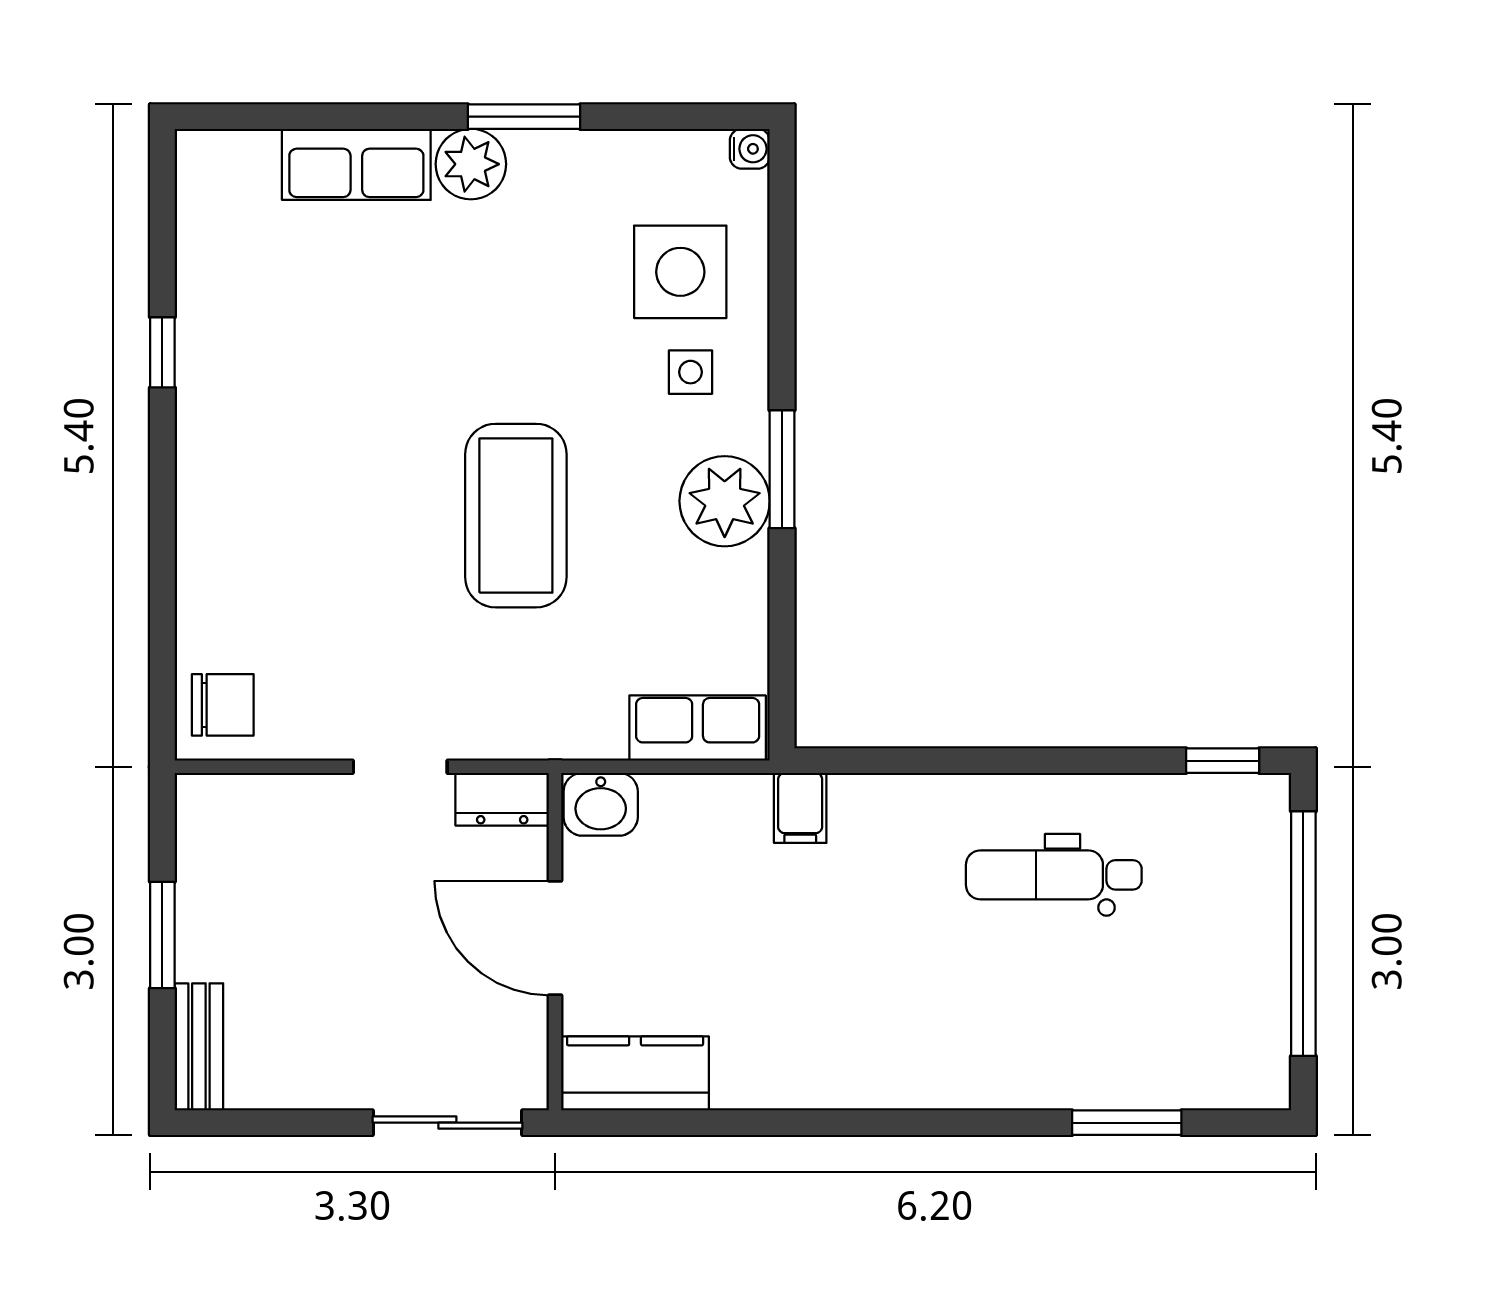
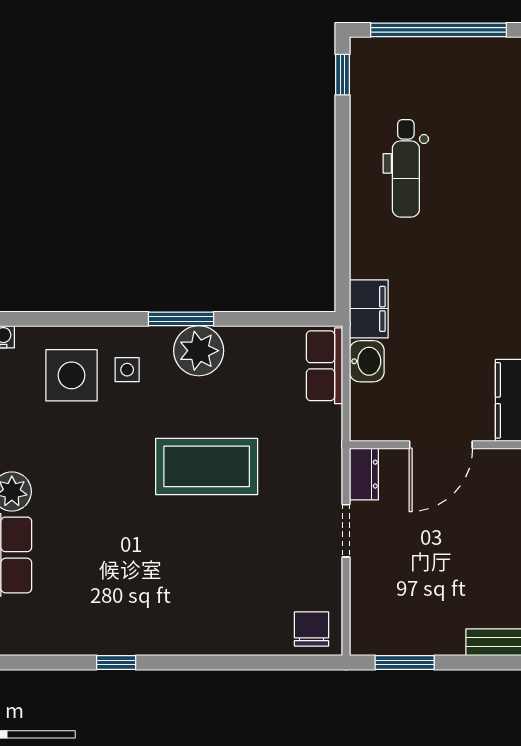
washbasin: (601, 804) -> (367, 361), moved
filing cabinet: (800, 808) -> (369, 309), width x2.00
window: (162, 935) -> (405, 662), moved

